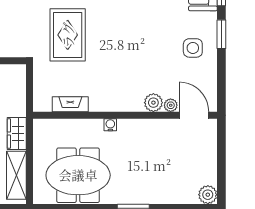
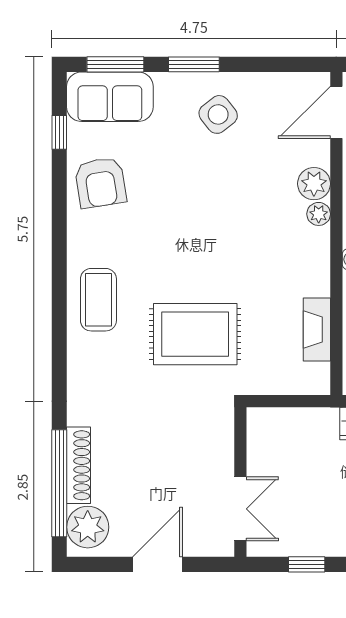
side table: (193, 48) -> (218, 114), turned -38
plant: (171, 105) -> (319, 214), moved

